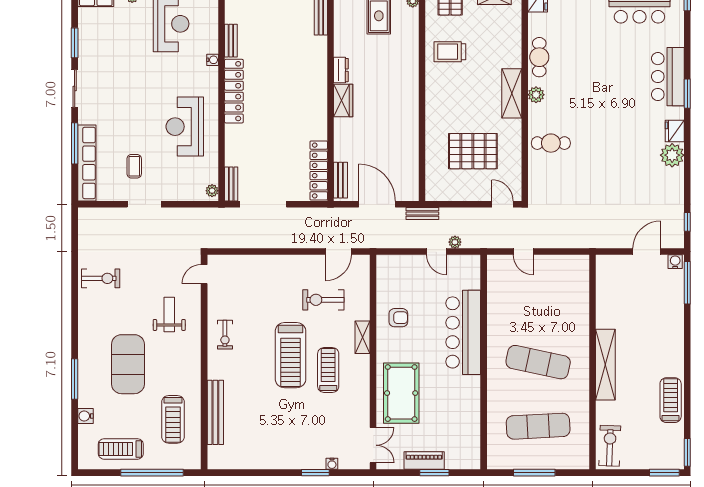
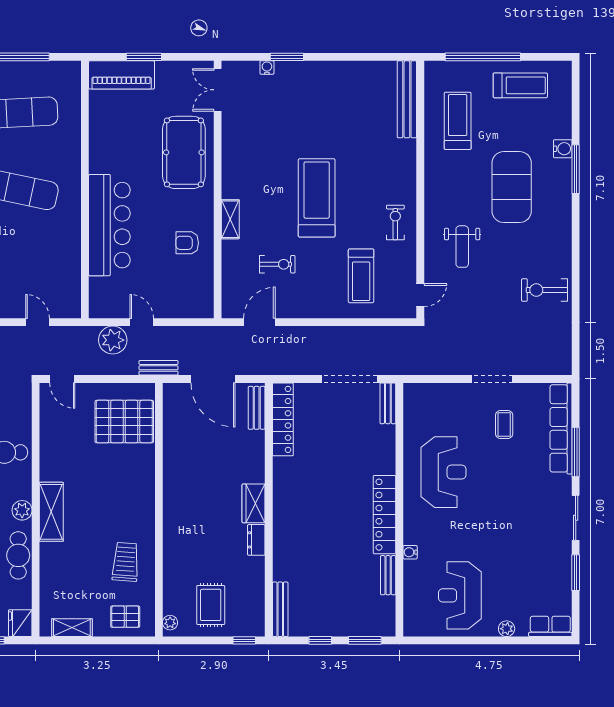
trolley: (450, 52) -> (126, 562), turned -86
pallet: (473, 151) -> (124, 422), moved
plant: (212, 191) -> (411, 395), removed
plant: (455, 242) -> (113, 340), width x1.88, depth x1.88
exercise bike: (323, 300) -> (277, 264), width x0.73, depth x0.72
treadmill: (328, 370) -> (361, 276), moved
bench: (215, 412) -> (407, 99), moved
water cooler: (85, 416) -> (563, 149), moved
piano: (424, 461) -> (122, 75), moved, width x1.37, depth x1.33

